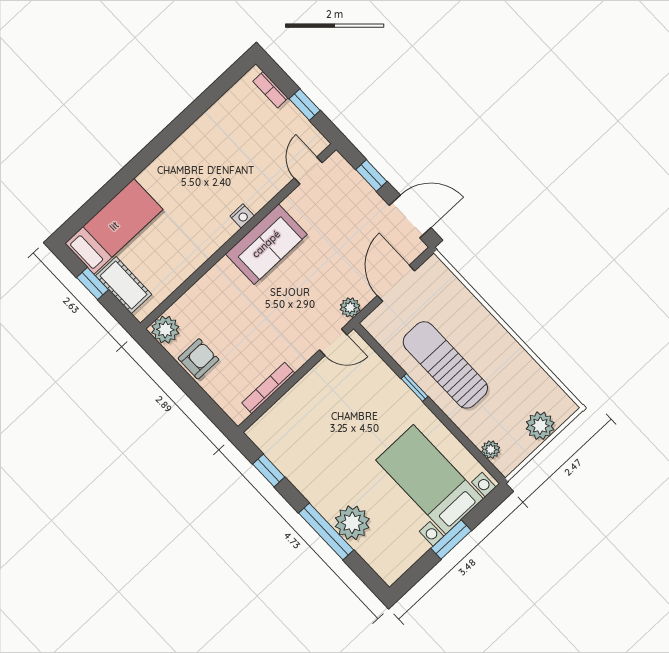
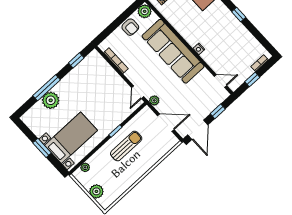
window: (170, 134) -> (239, 14), added
sofa: (266, 244) -> (173, 51), width x1.85, depth x1.27
sun lounger: (445, 365) -> (126, 146), width x0.73, depth x0.75

